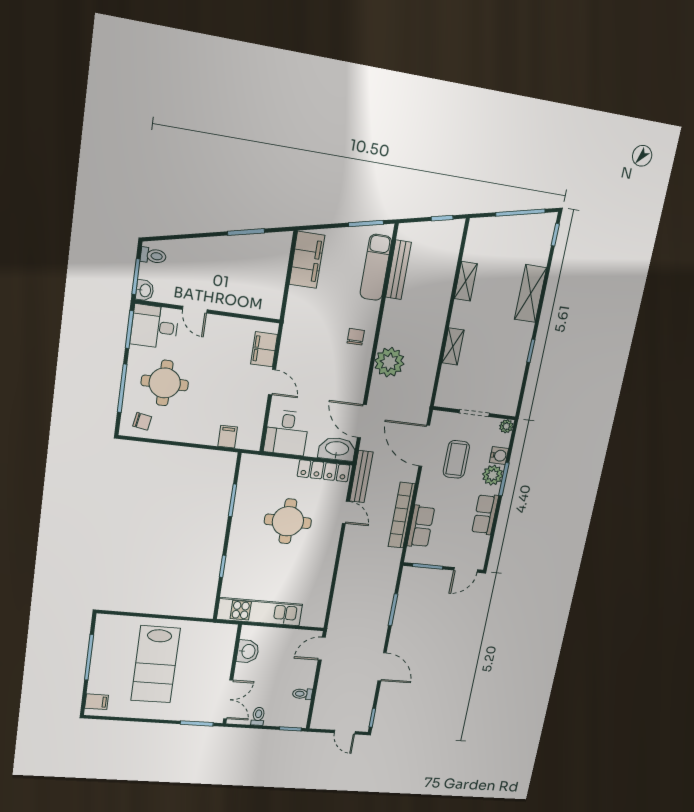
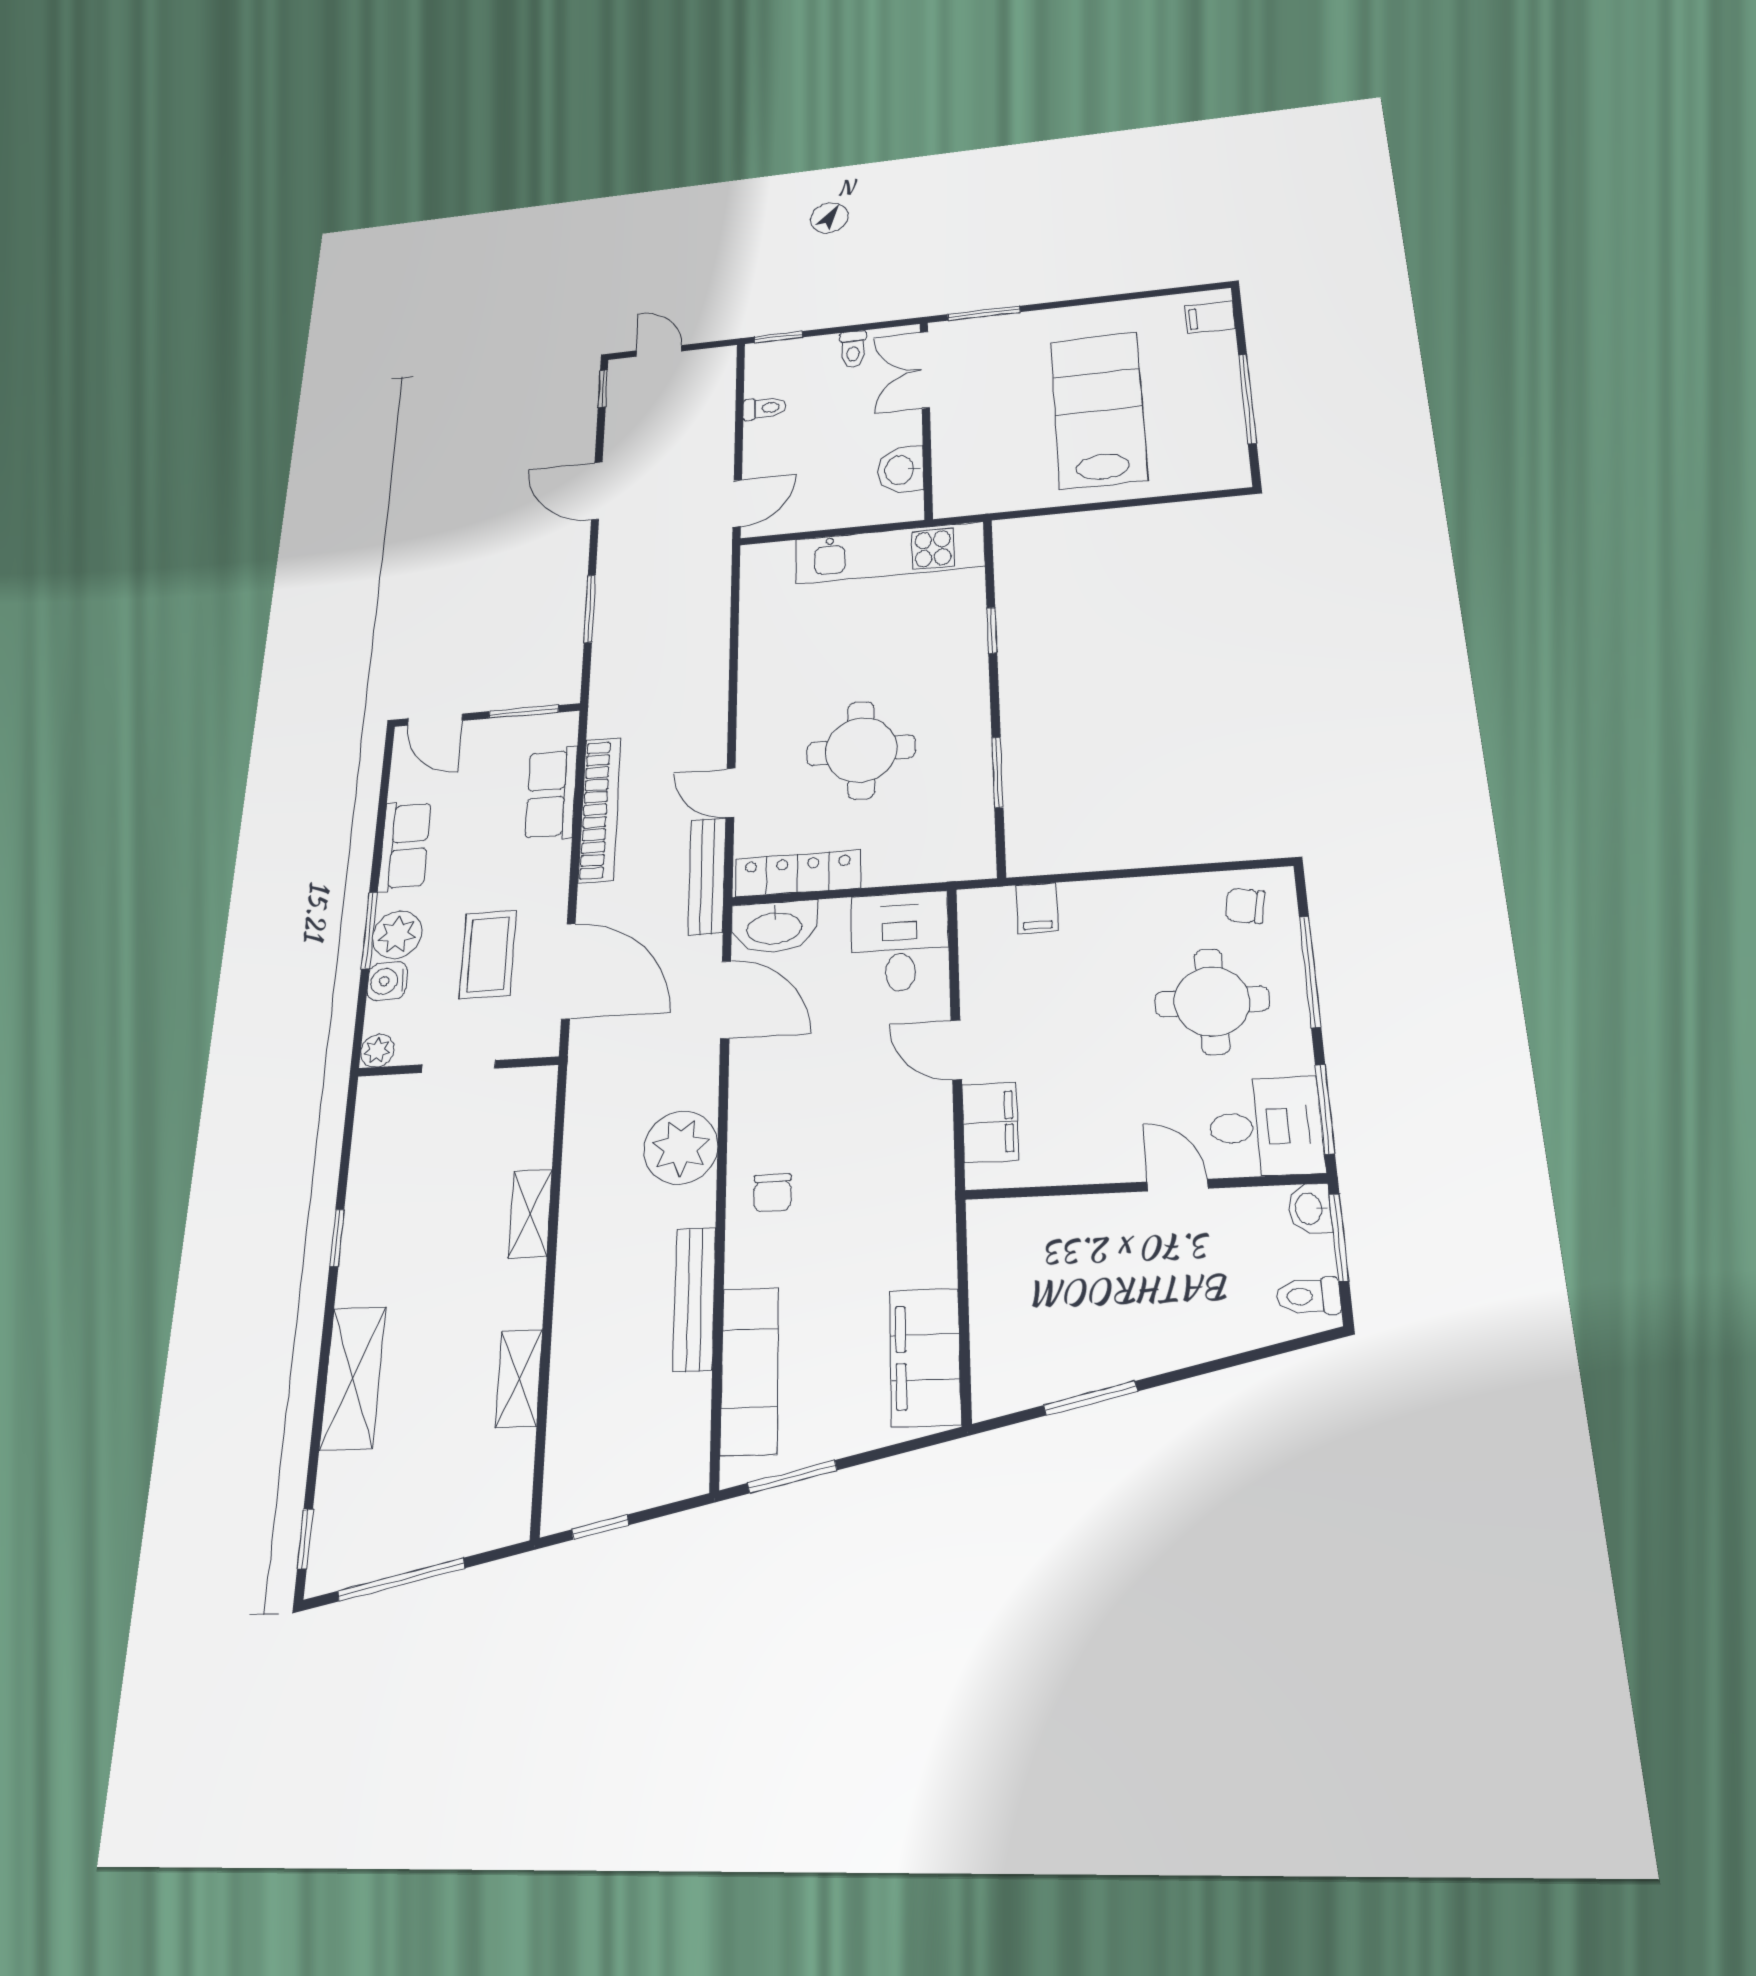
bench: (398, 270) -> (694, 1299), moved
door: (466, 570) -> (435, 720), swing flipped

